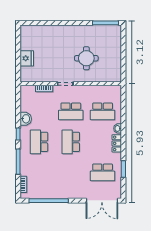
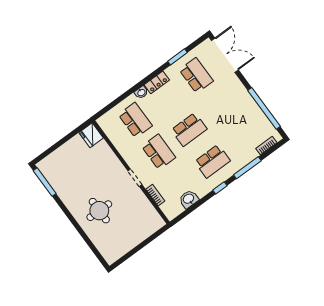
fridge: (27, 58) -> (91, 135), moved, turned -90
round table: (86, 58) -> (99, 211), moved
washbasin: (26, 119) -> (189, 199), moved

